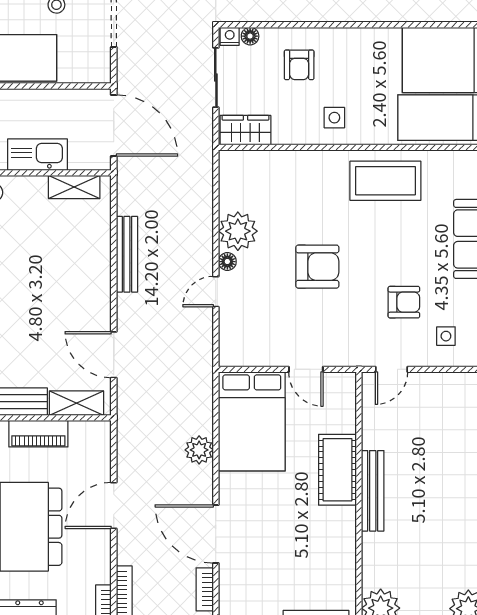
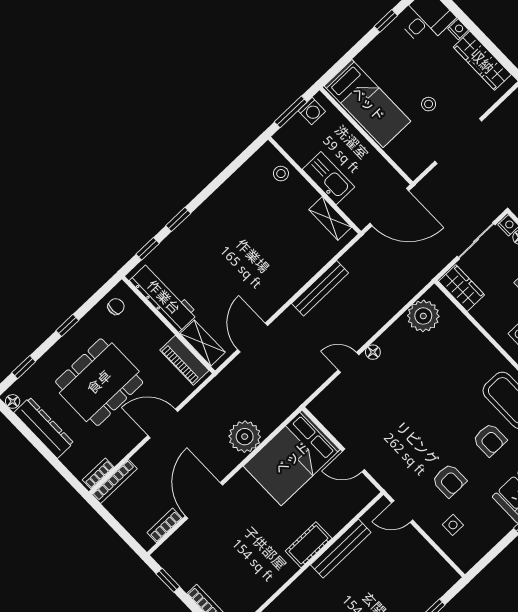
door: (114, 126) -> (389, 207), hinge flipped
plant: (238, 231) -> (423, 316), moved
armchair: (317, 267) -> (490, 440), moved, width x0.72, depth x0.72
door: (306, 369) -> (353, 460), hinge flipped
piano: (38, 434) -> (184, 360), moved
plant: (199, 450) -> (245, 437), width x1.36, depth x1.36
cot: (337, 470) -> (309, 545), width x0.73, depth x0.75
bench: (373, 491) -> (341, 549), moved

